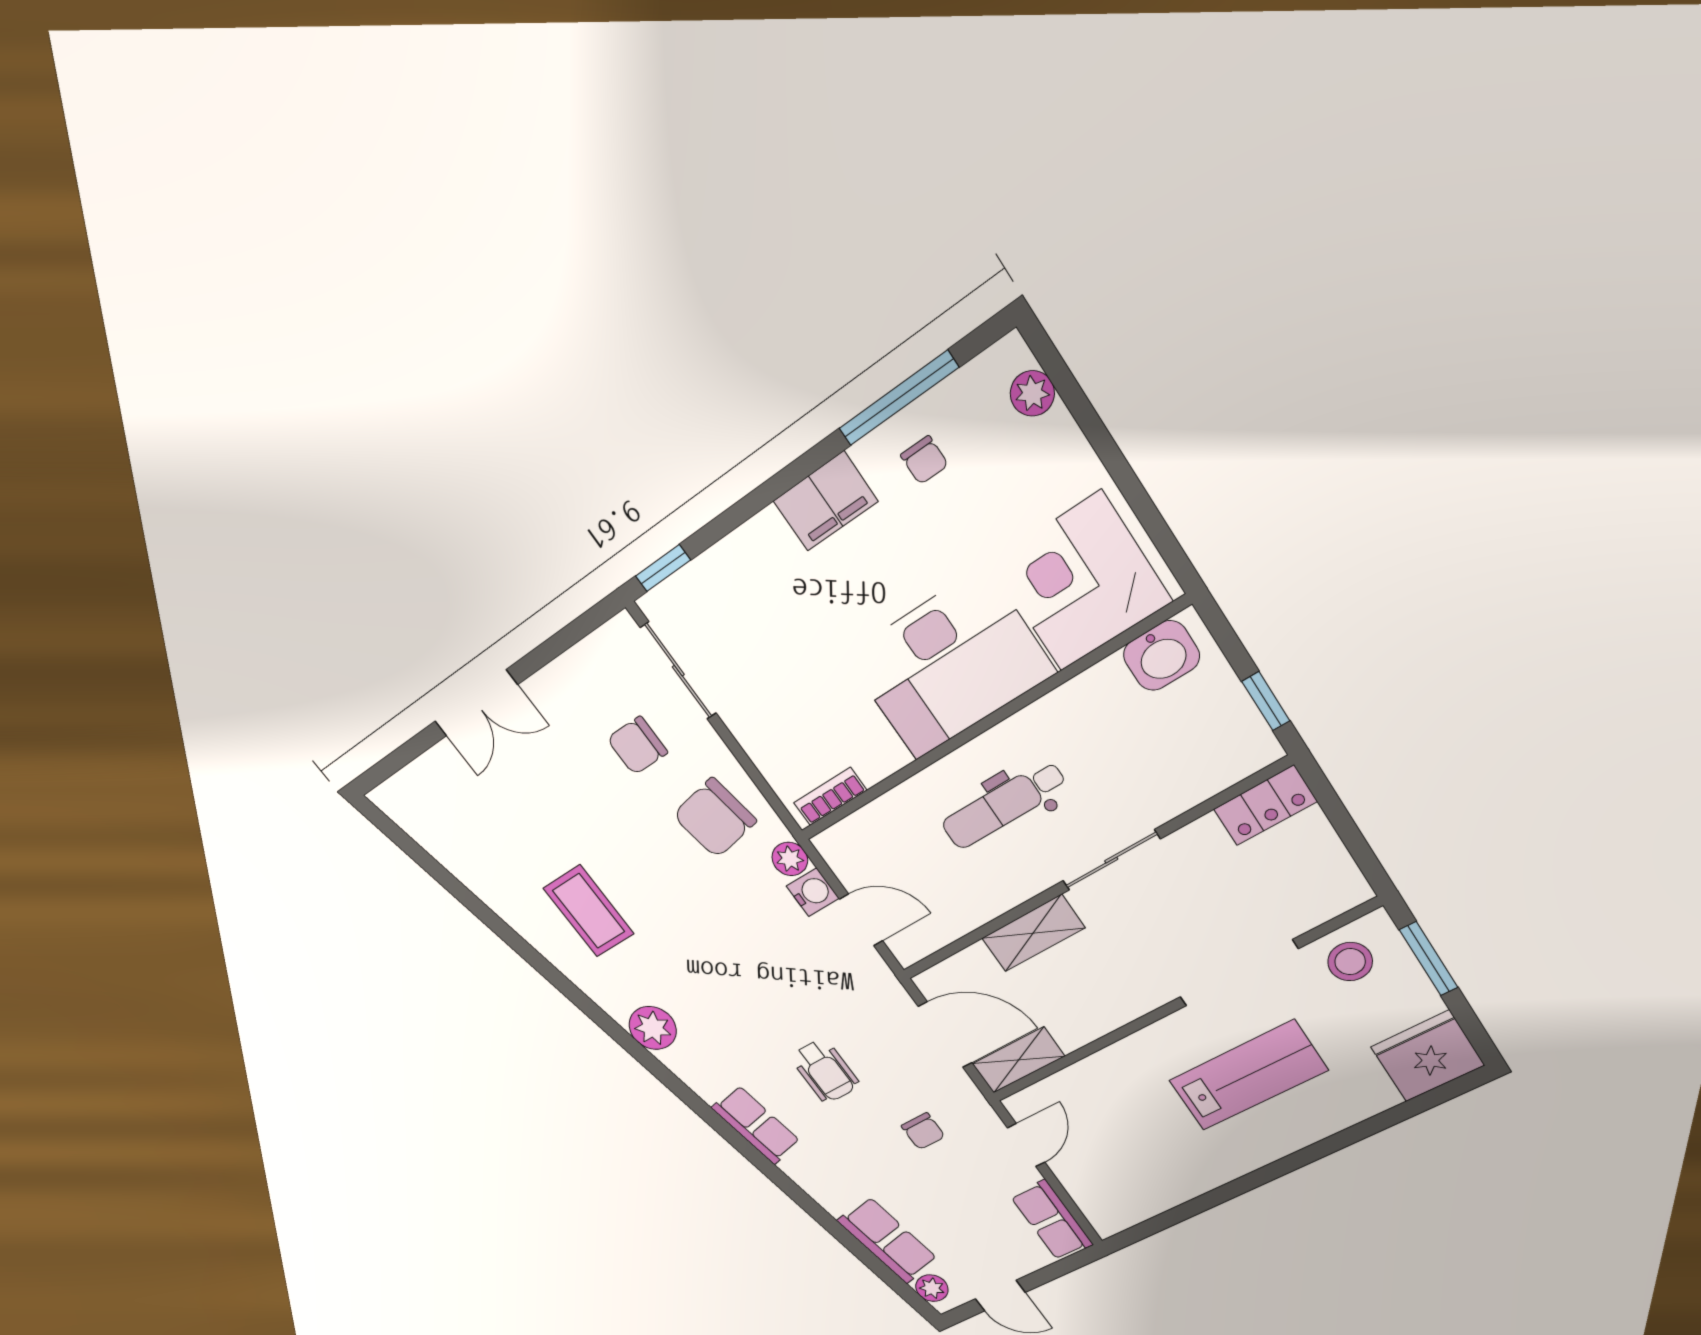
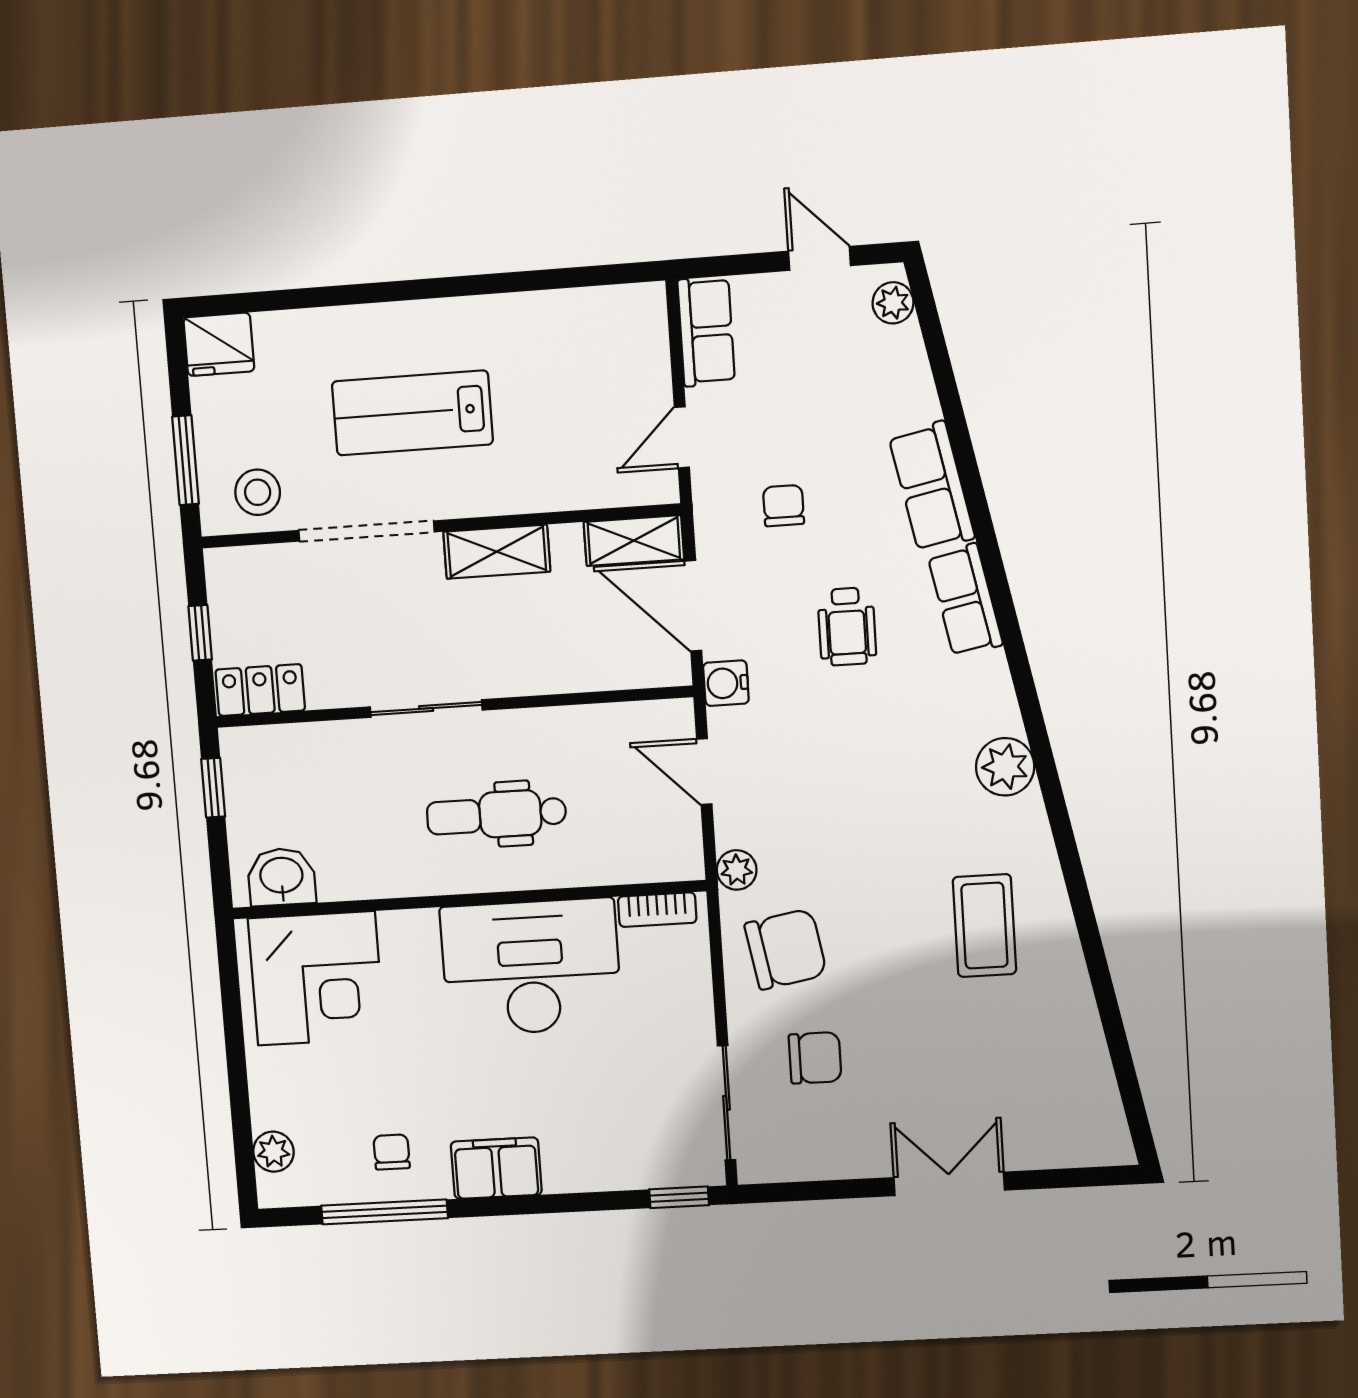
desk: (950, 664) -> (531, 967), moved
dental chair: (1004, 805) -> (496, 815), turned 180
window: (1345, 827) -> (200, 633), added
water cooler: (813, 892) -> (726, 683), moved
shelving: (1033, 933) -> (497, 552), moved
fridge: (1428, 1056) -> (219, 344), width x0.73, depth x0.75
wheelchair: (825, 1071) -> (847, 627), turned 180
row of seats: (888, 1240) -> (932, 487), moved

